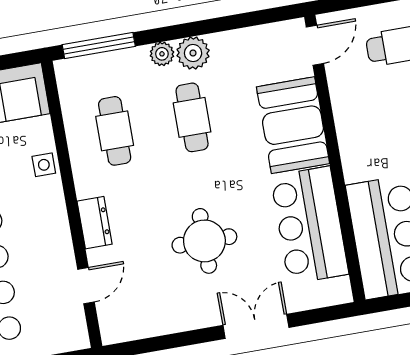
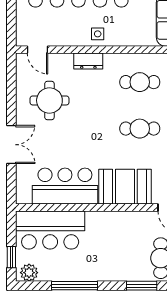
side table: (44, 165) -> (98, 34), moved
round table: (204, 241) -> (49, 100), moved
door: (86, 286) -> (37, 50), moved

